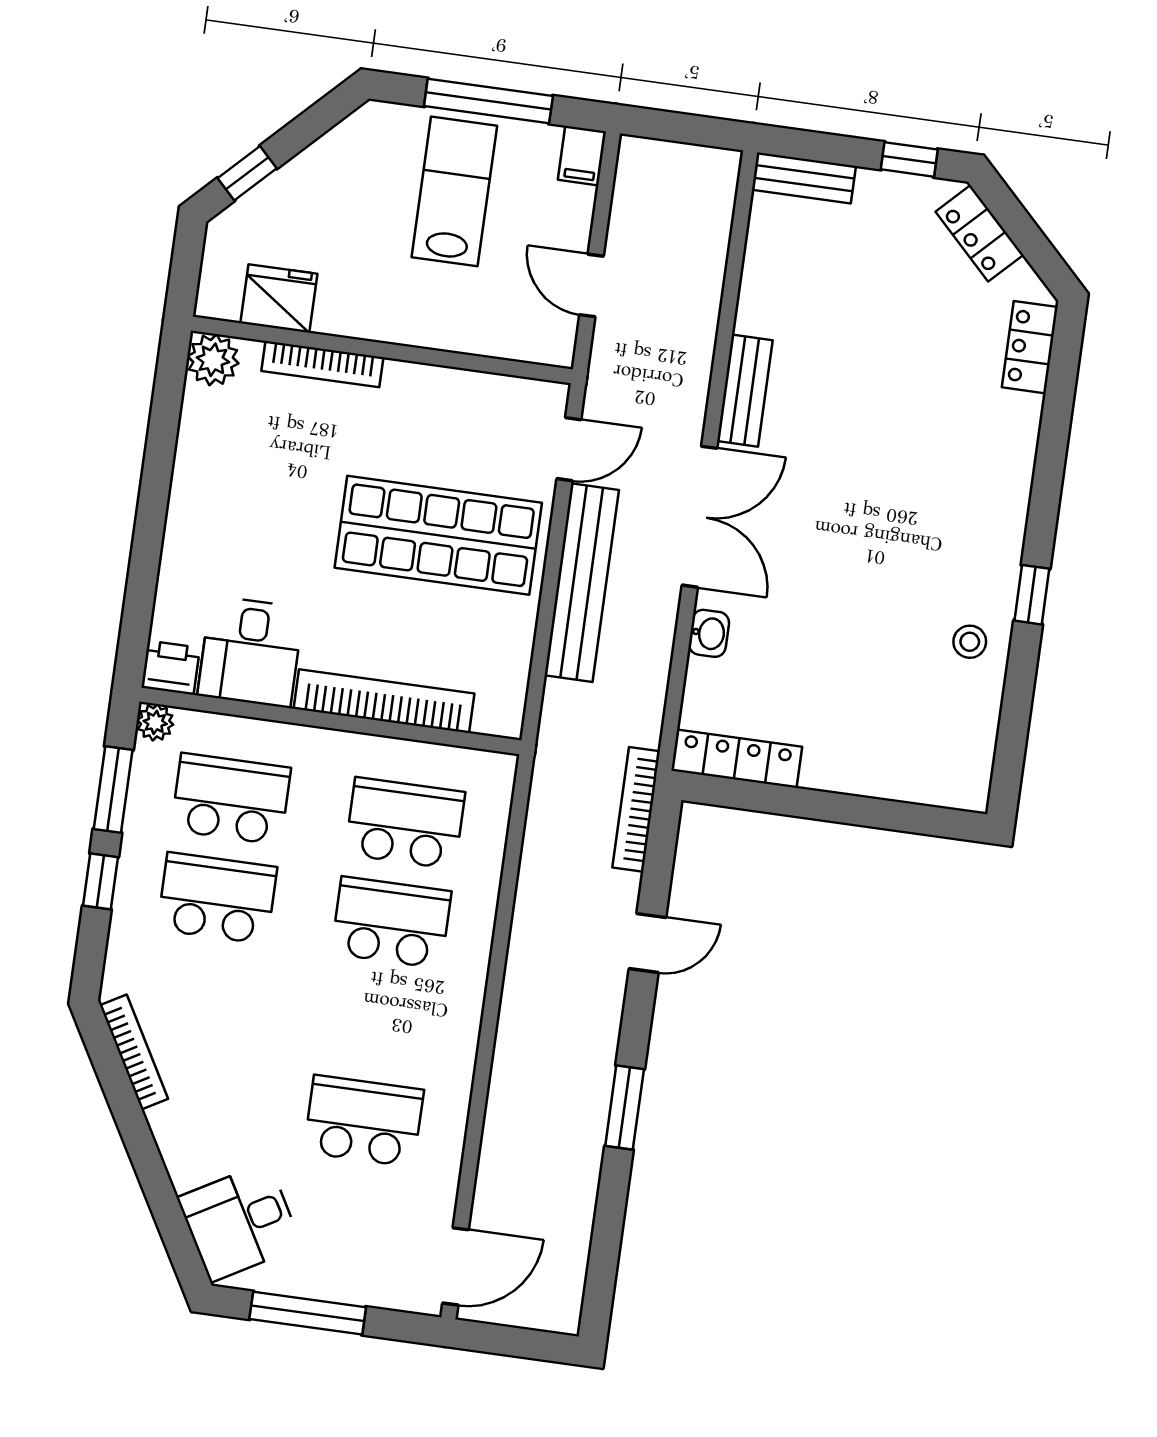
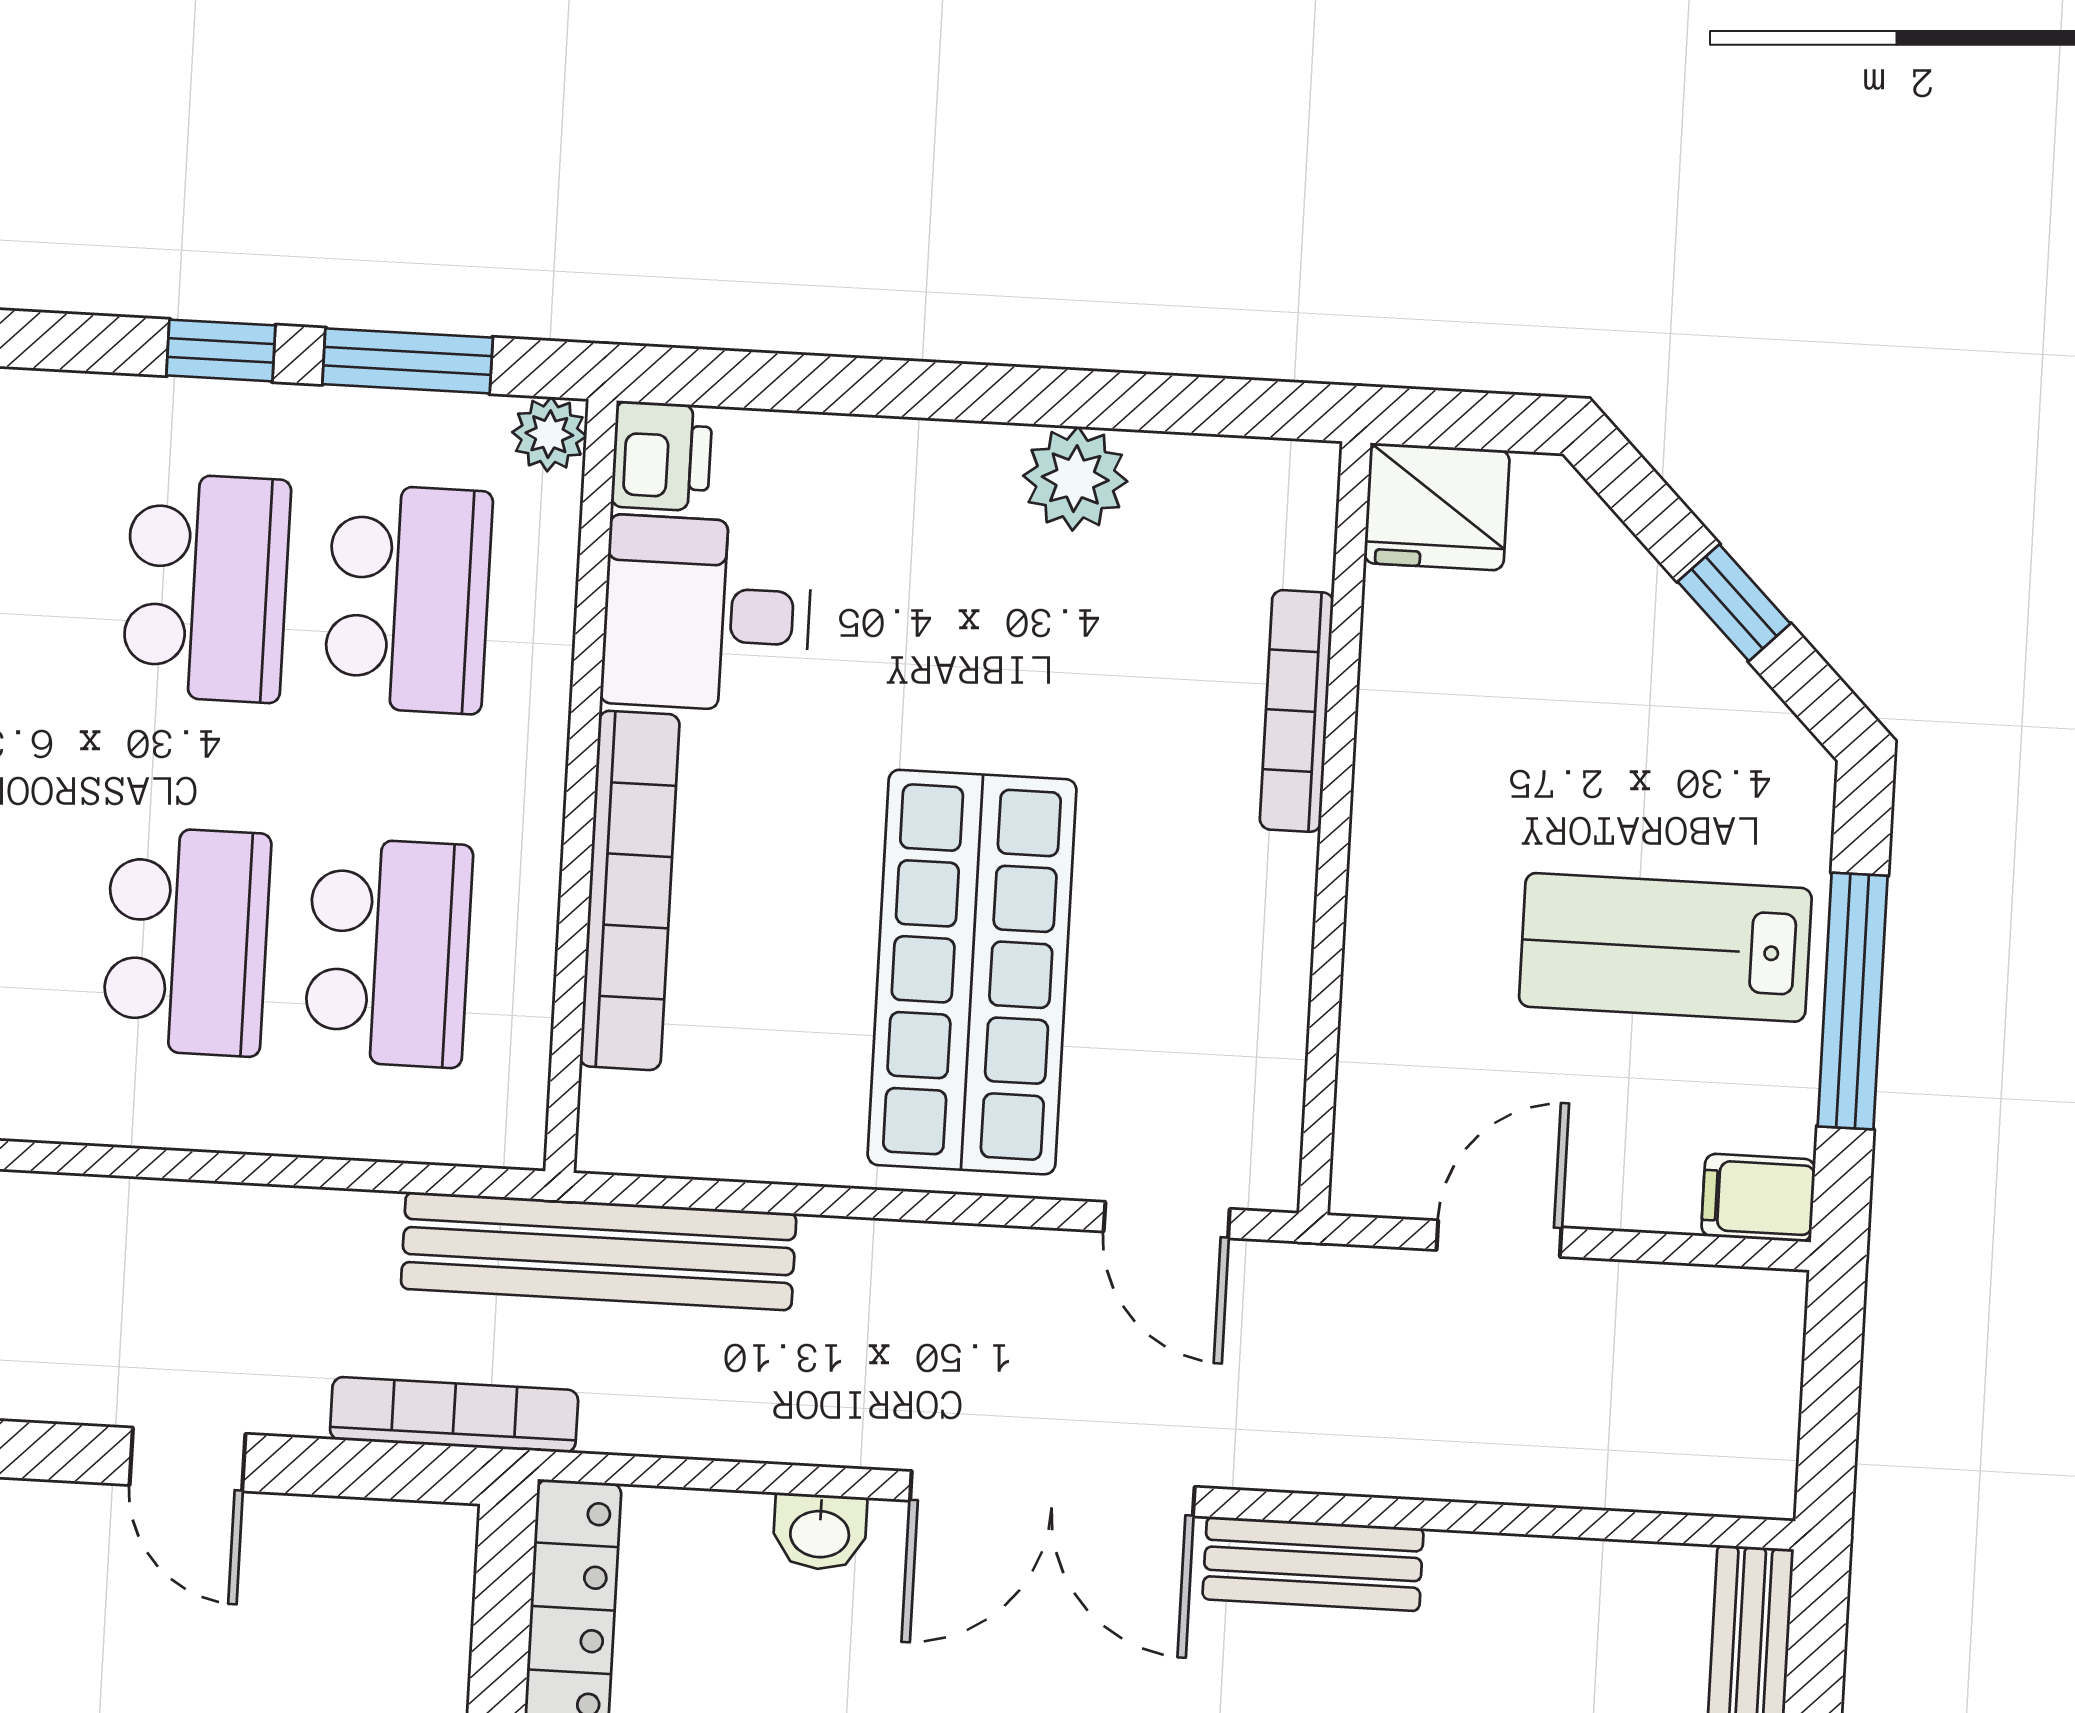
window: (247, 173) -> (1734, 603), moved
lab bench: (454, 191) -> (1665, 947), turned 180
fridge: (279, 299) -> (1437, 507), moved, turned 90
plant: (213, 360) -> (1075, 479), moved
bench: (582, 583) -> (599, 1251), moved

